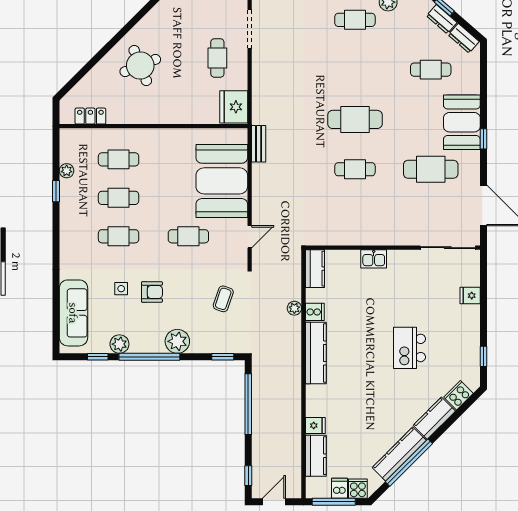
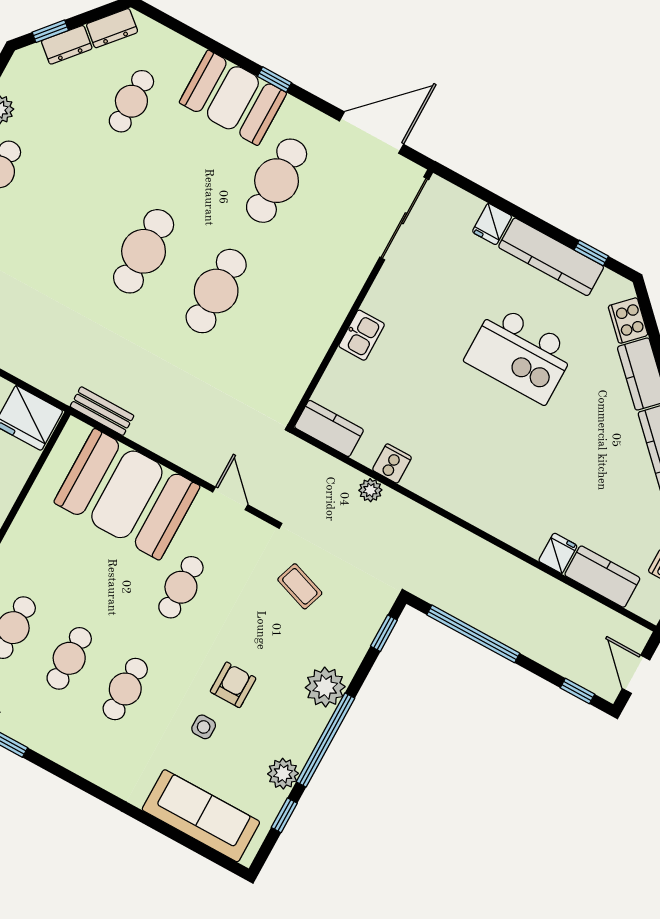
cafe table: (355, 169) -> (216, 291), width x1.37, depth x1.35
kitchen island: (409, 348) -> (520, 354), width x1.37, depth x1.28
kitchen counter: (316, 353) -> (551, 257), moved, turned 180

